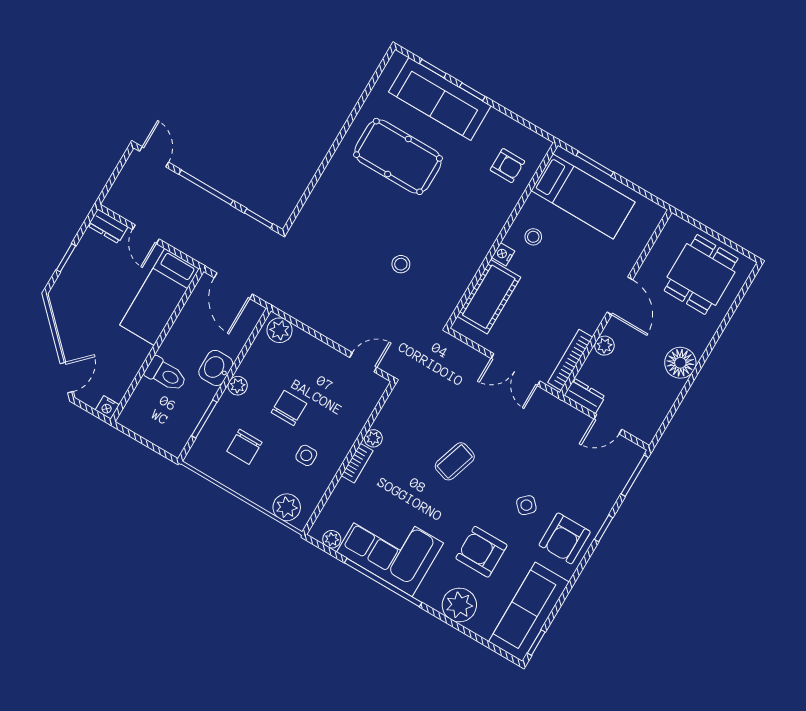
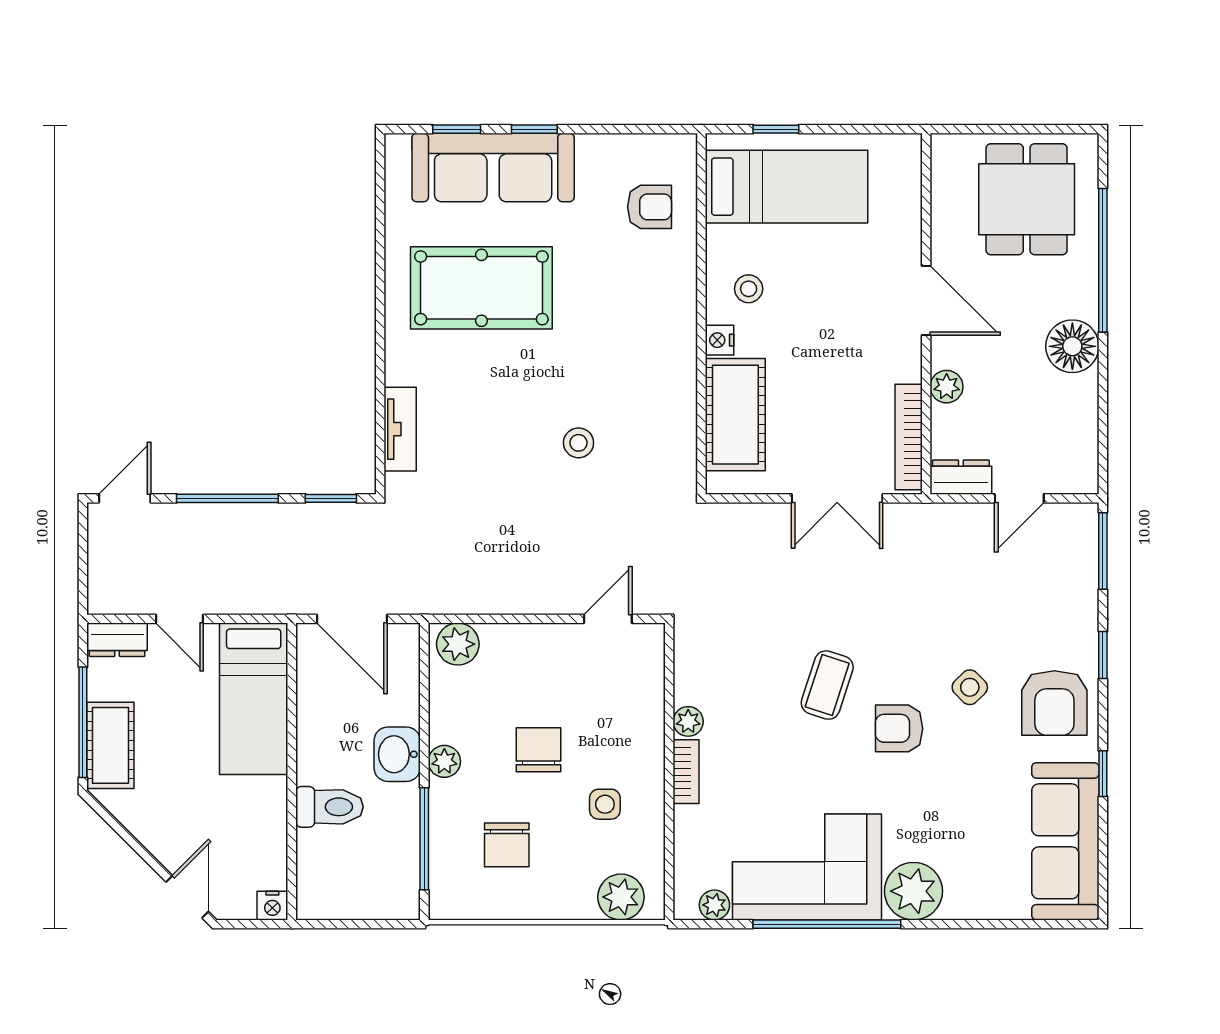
door: (154, 157) -> (125, 498), hinge flipped
window: (595, 164) -> (776, 129), width x0.67
tv unit: (314, 204) -> (400, 429), added
window: (66, 258) -> (83, 722), width x2.17
cot: (73, 278) -> (110, 745), added
window: (721, 328) -> (1103, 260), added
window: (204, 419) -> (424, 839), width x1.44
armchair: (481, 552) -> (899, 728), moved, width x0.72, depth x0.72
plant: (459, 605) -> (913, 891), moved
window: (536, 643) -> (1103, 774), moved

